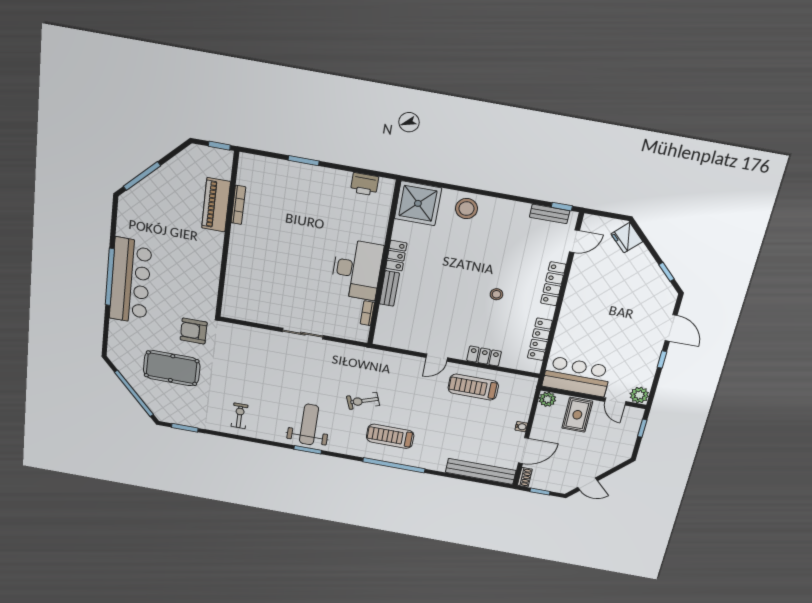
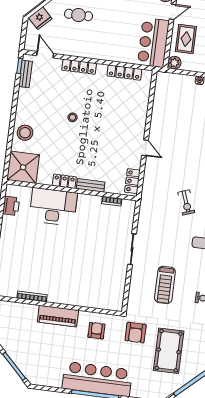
piano: (216, 205) -> (58, 316), moved
desk: (357, 270) -> (53, 207), moved
armchair: (195, 284) -> (97, 331), added
cafe table: (625, 287) -> (79, 15), added
stool: (496, 294) -> (73, 117), moved
locker: (484, 356) -> (132, 181), moved
treadmill: (473, 387) -> (165, 285), moved
rug: (577, 415) -> (186, 39), turned 90

